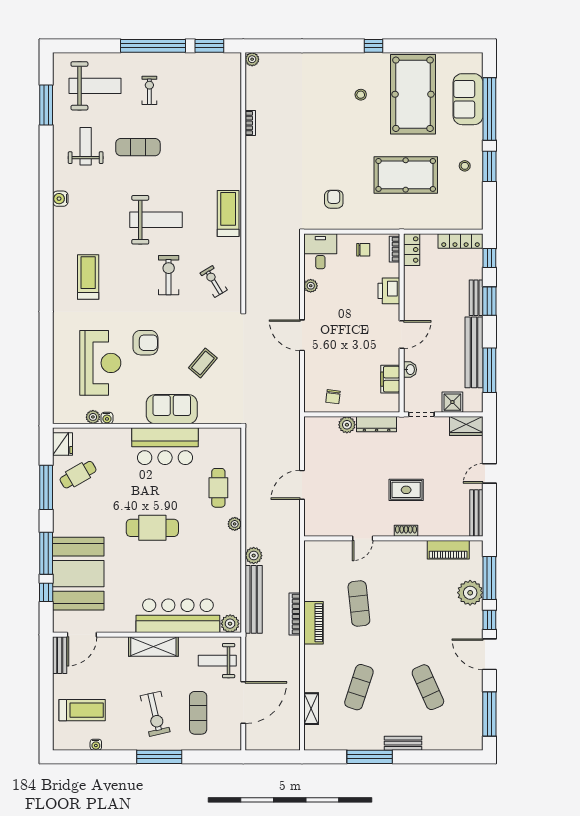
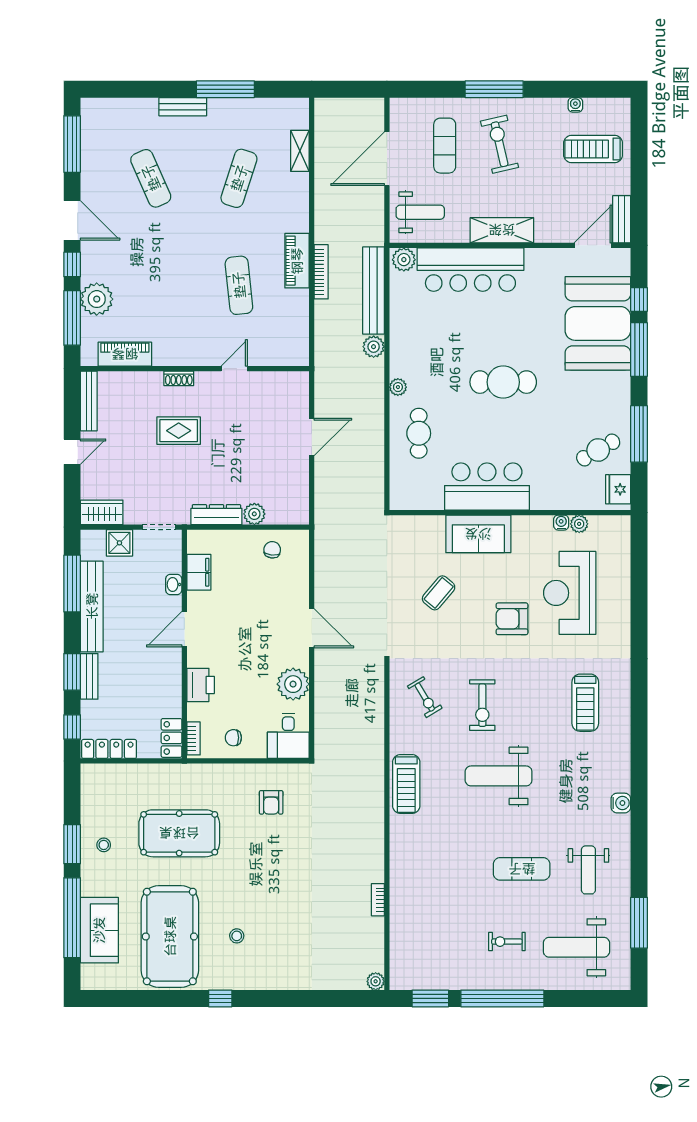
exercise bike: (149, 90) -> (507, 942), turned 90
plant: (311, 286) -> (293, 684), width x1.87, depth x1.87

